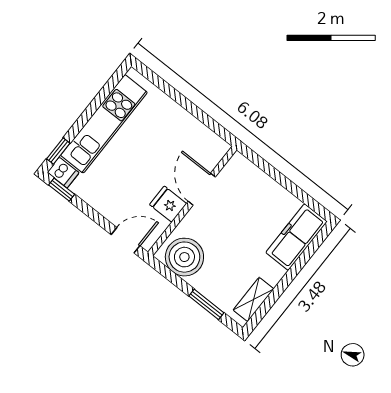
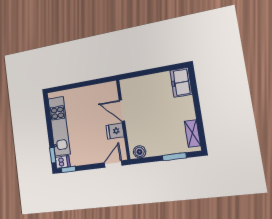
freezer: (296, 237) -> (181, 82), width x0.71
boiler: (184, 257) -> (140, 152), width x0.54, depth x0.54

